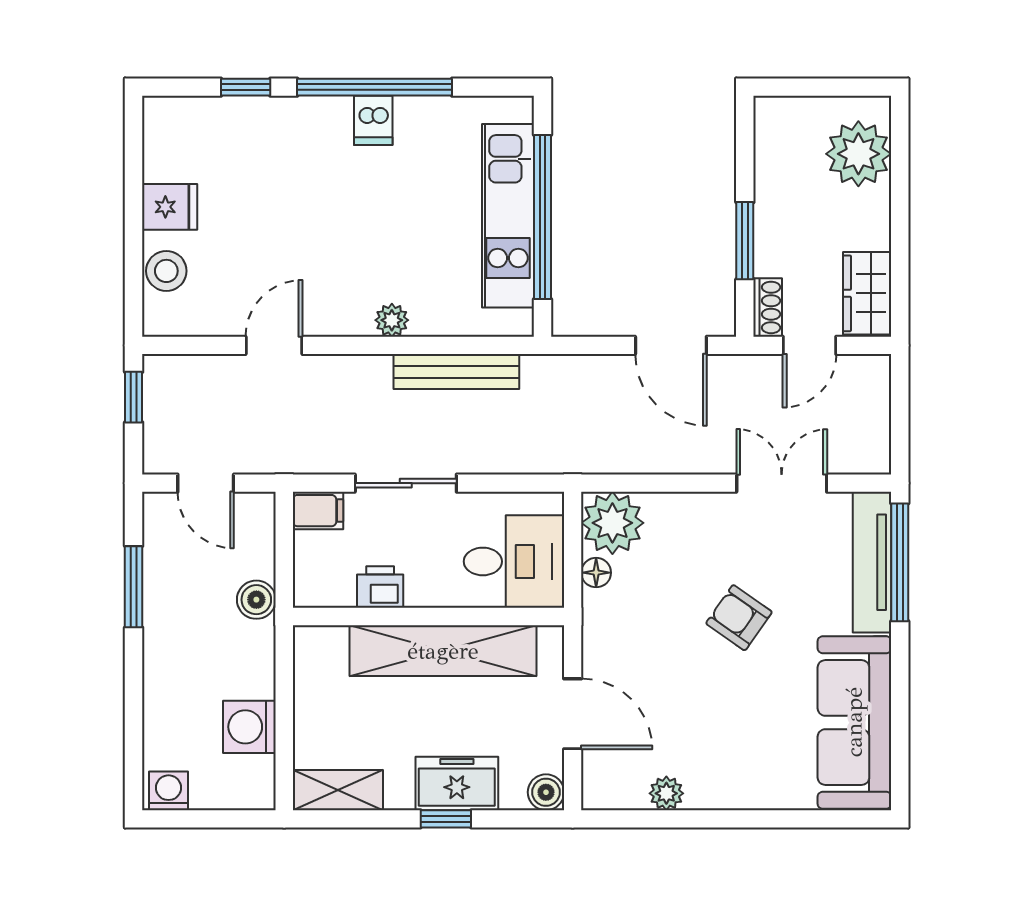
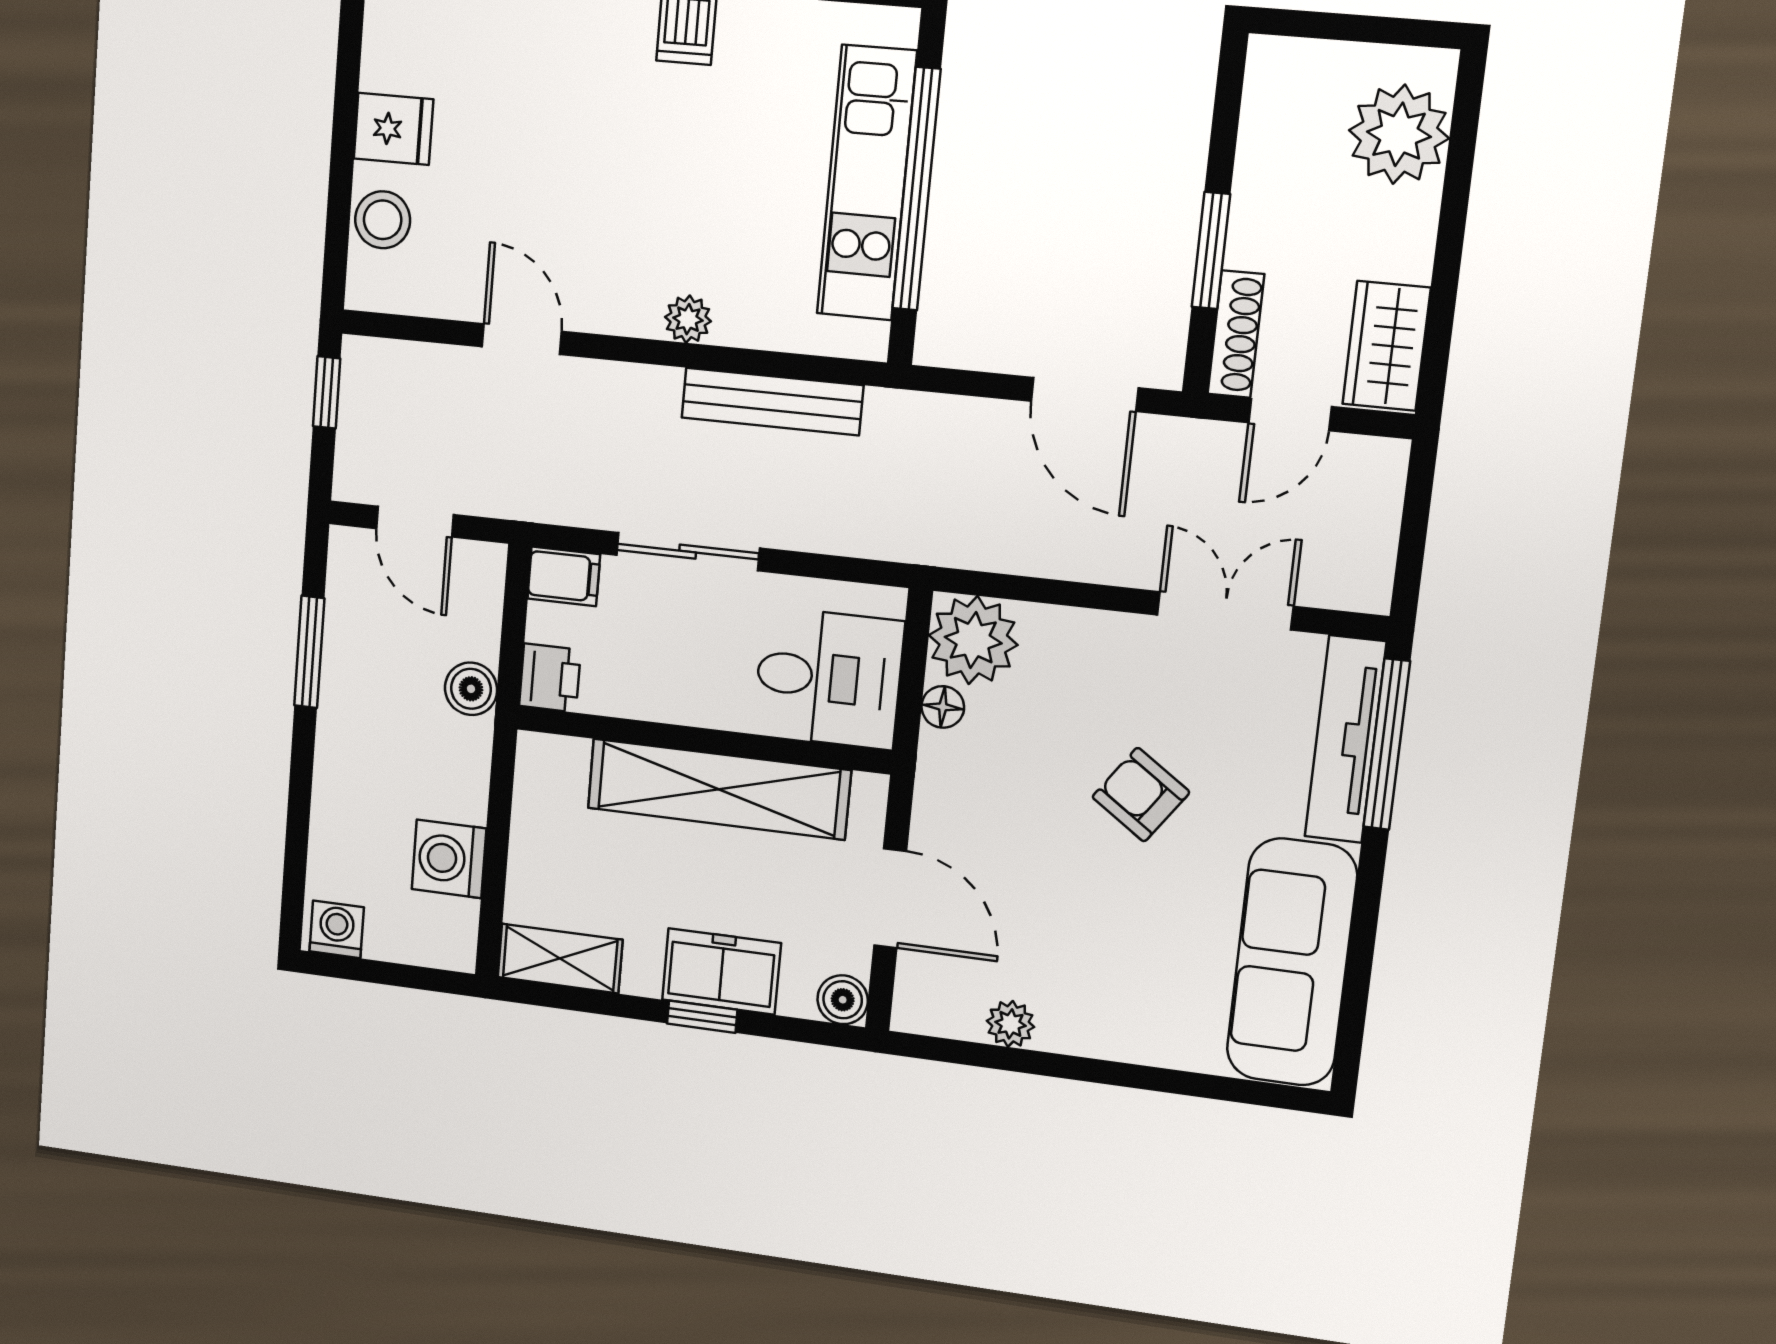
shoe rack: (768, 307) -> (1236, 334), width x1.43
door: (274, 345) -> (522, 339), hinge flipped
printer: (380, 587) -> (550, 678), moved, turned 90

